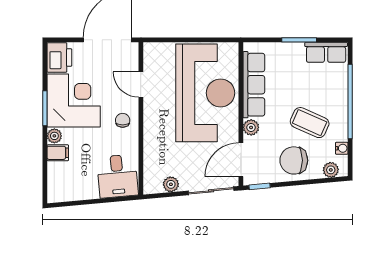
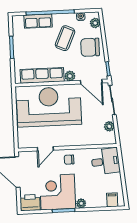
row of seats: (326, 52) -> (38, 21), moved, turned 90
filing cabinet: (58, 153) -> (112, 200), moved
chair: (294, 160) -> (90, 47), turned 90

